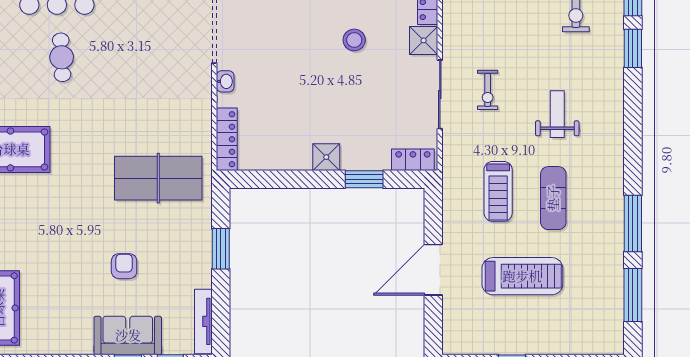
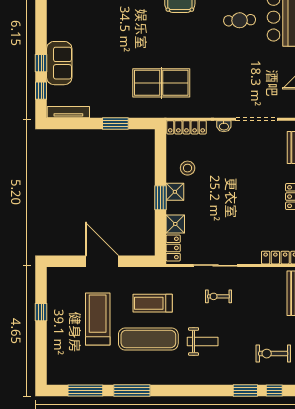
stool: (354, 40) -> (188, 168), moved
shower: (424, 40) -> (175, 224), moved
table tennis table: (158, 178) -> (161, 83), turned 90
window: (364, 179) -> (161, 198), moved
exercise mat: (553, 198) -> (148, 339), width x1.36, depth x1.45
armchair: (124, 266) -> (104, 61), removed
treadmill: (522, 276) -> (98, 319), turned 180

